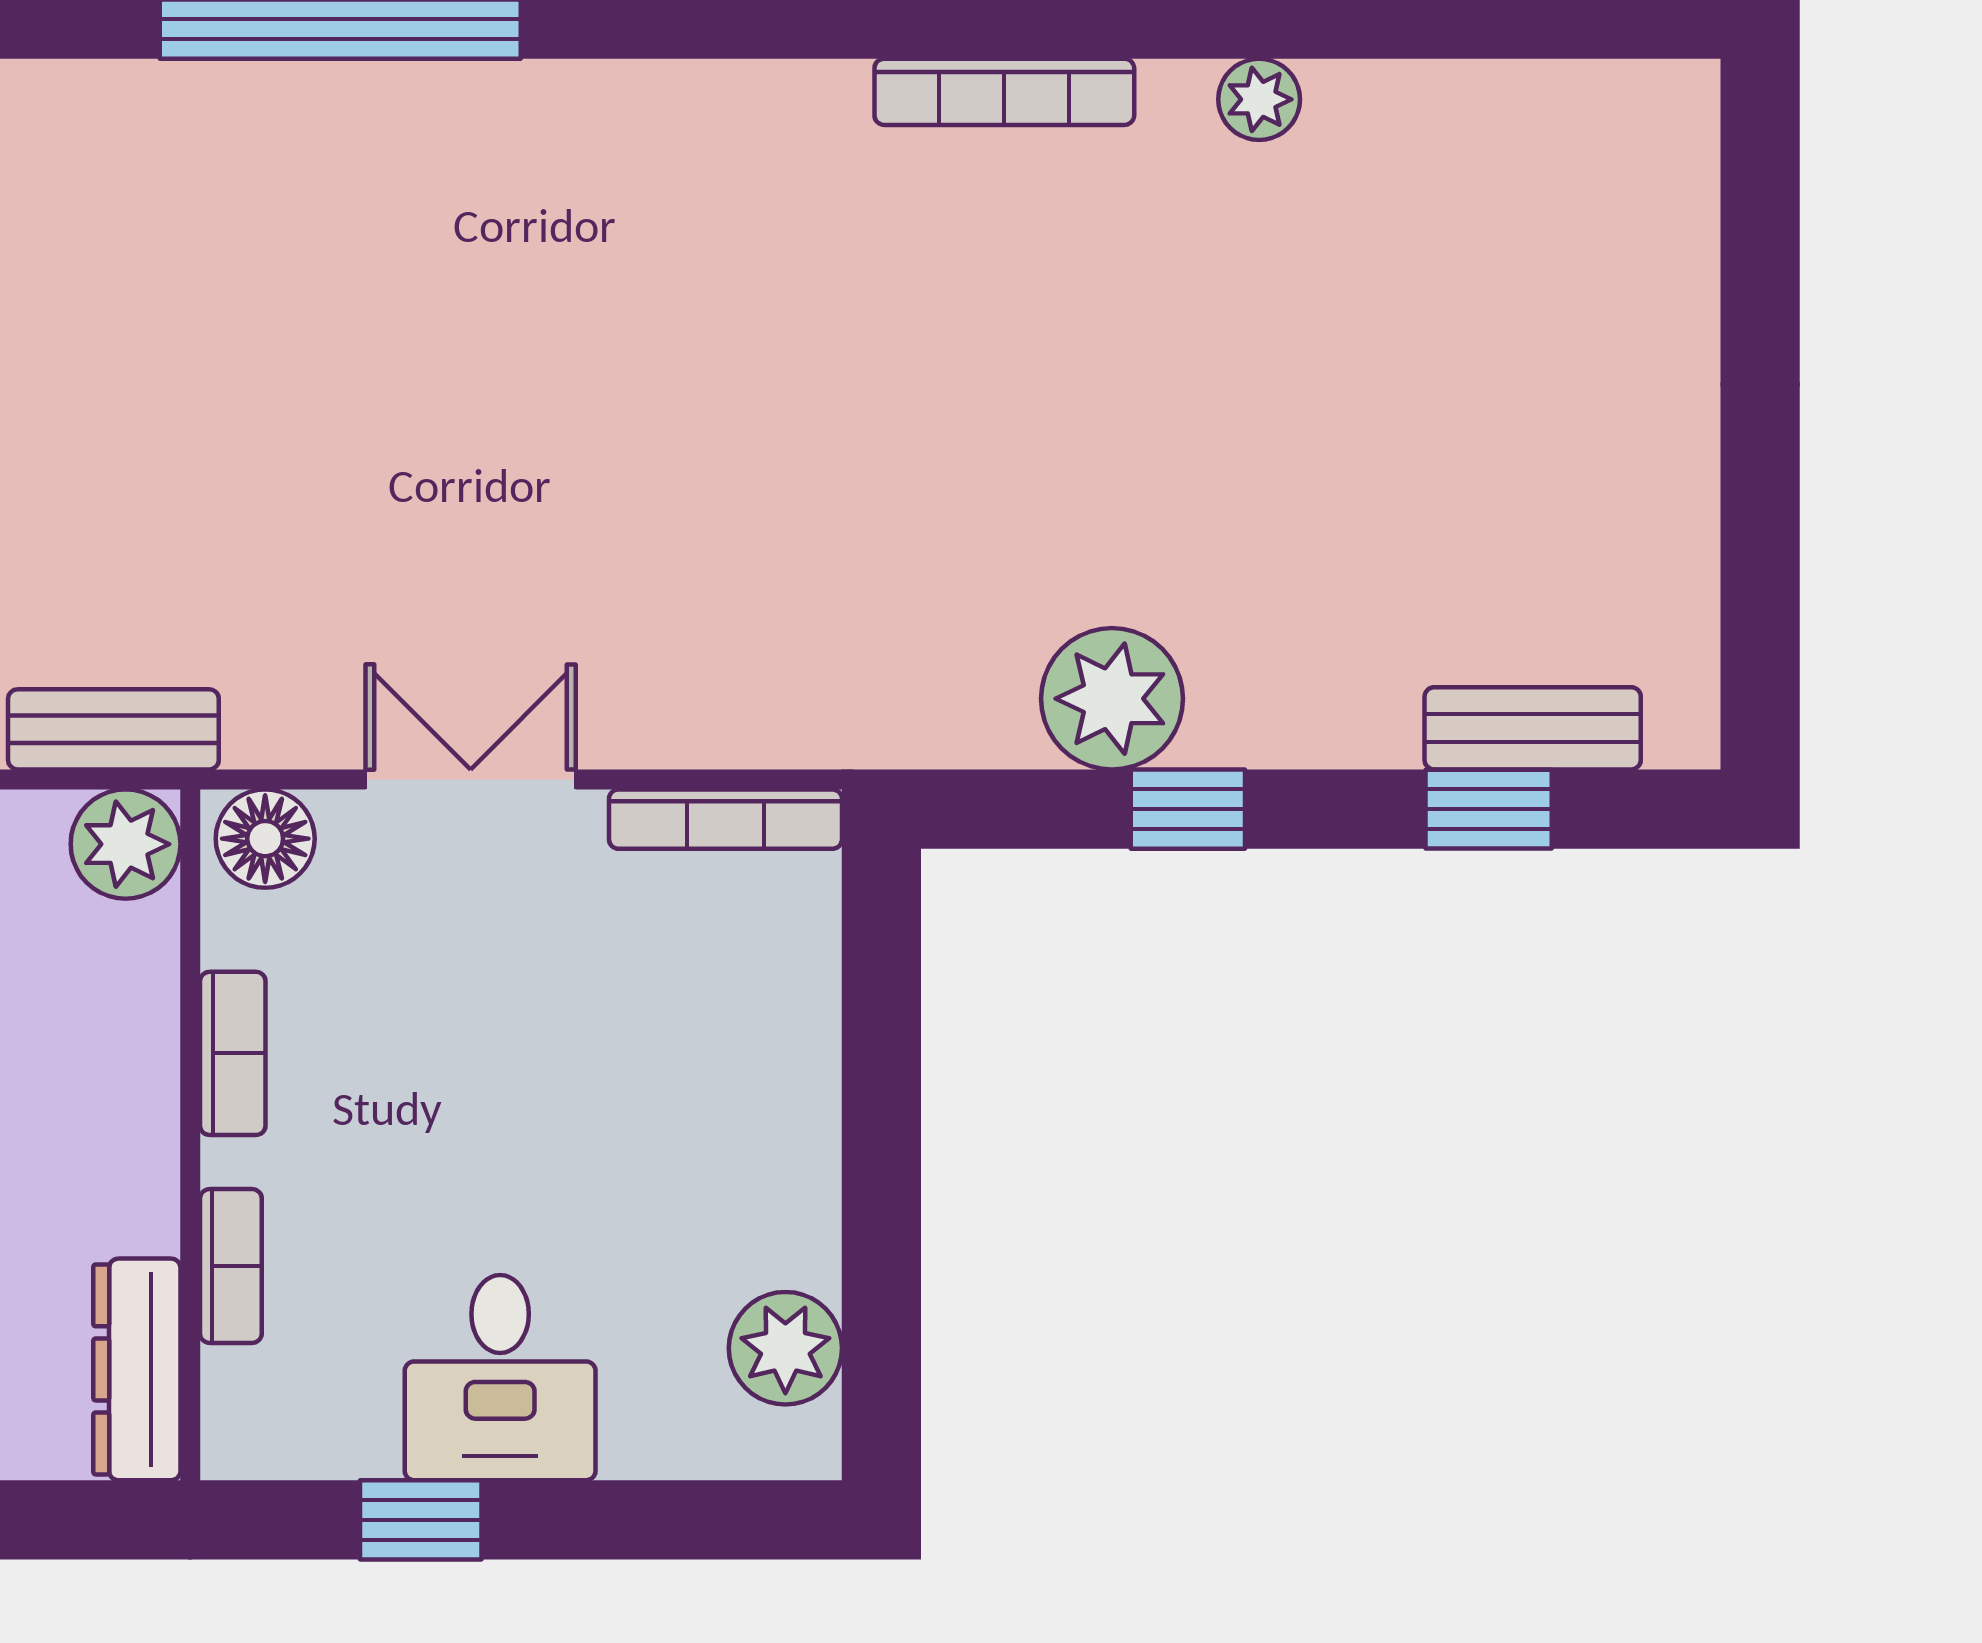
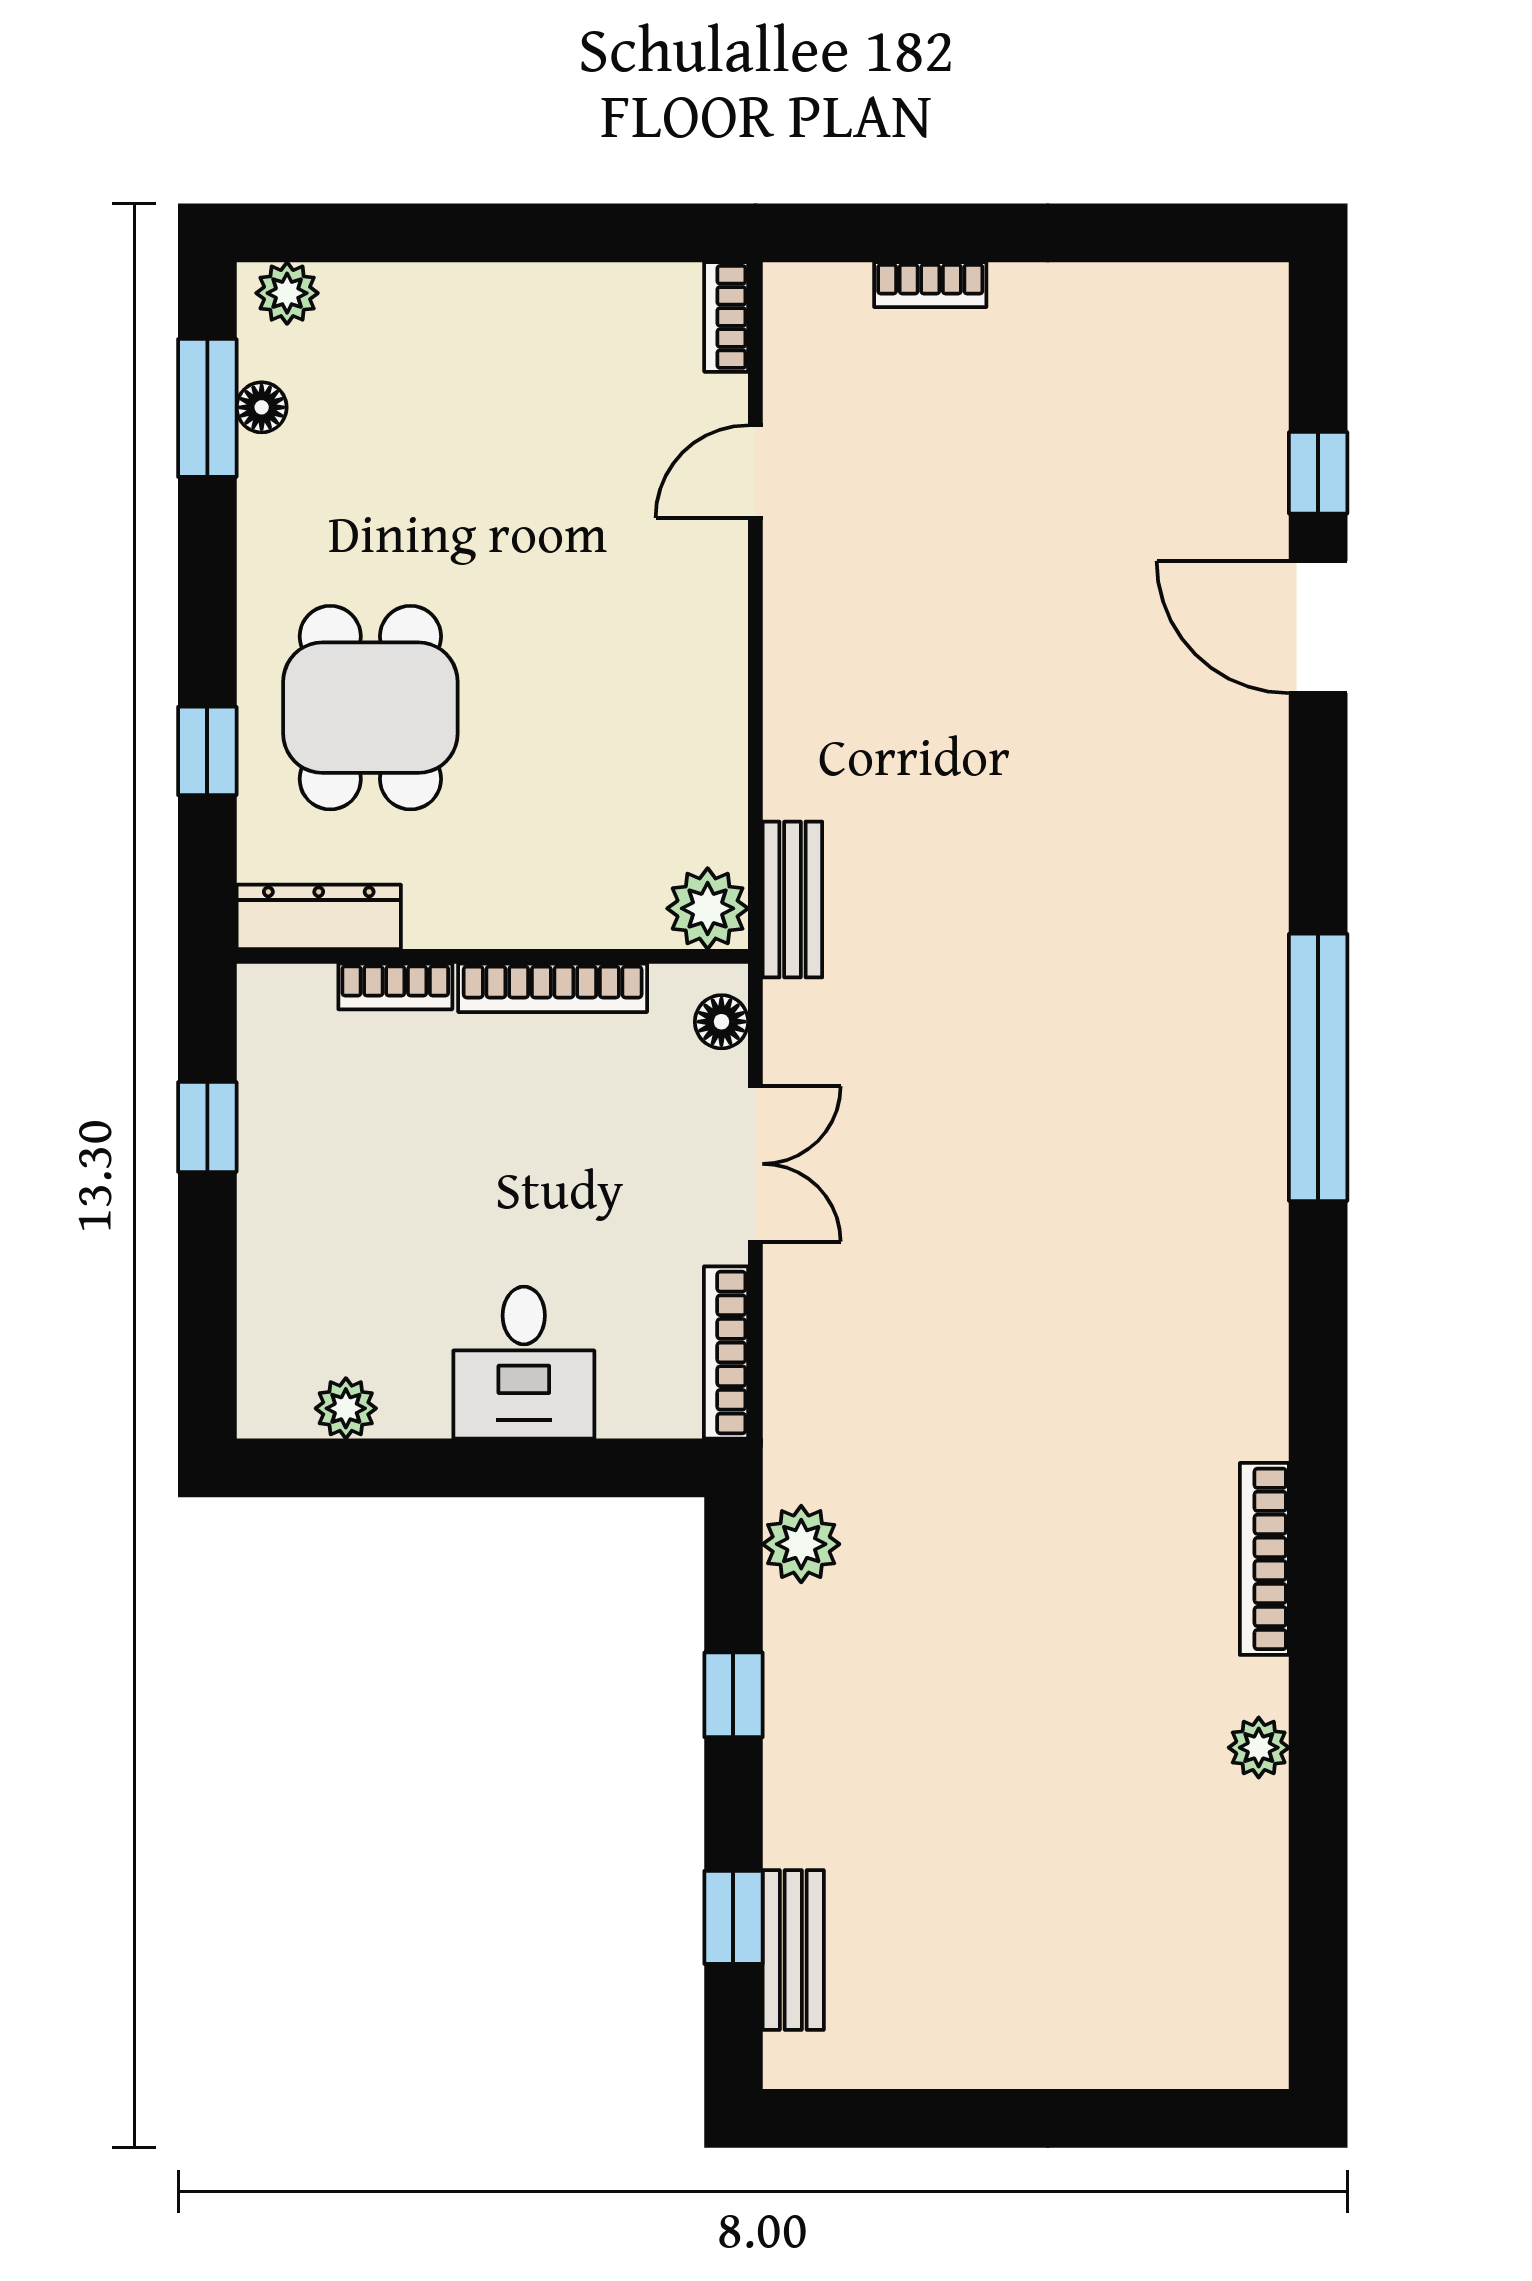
plant: (1112, 699) -> (801, 1544), moved, width x0.73, depth x0.73
floor lamp: (265, 839) -> (721, 1022), width x0.73, depth x0.73
bookcase: (233, 1053) -> (553, 988), width x1.56
plant: (785, 1348) -> (346, 1408), width x0.73, depth x0.73
desk: (500, 1378) -> (524, 1363), moved, turned -90

